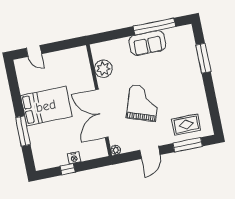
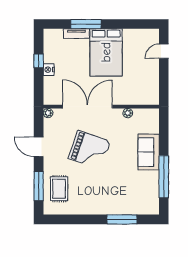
sofa: (147, 43) -> (149, 152), moved
plant: (103, 69) -> (128, 113), width x0.53, depth x0.53
tv unit: (34, 138) -> (76, 34), added

